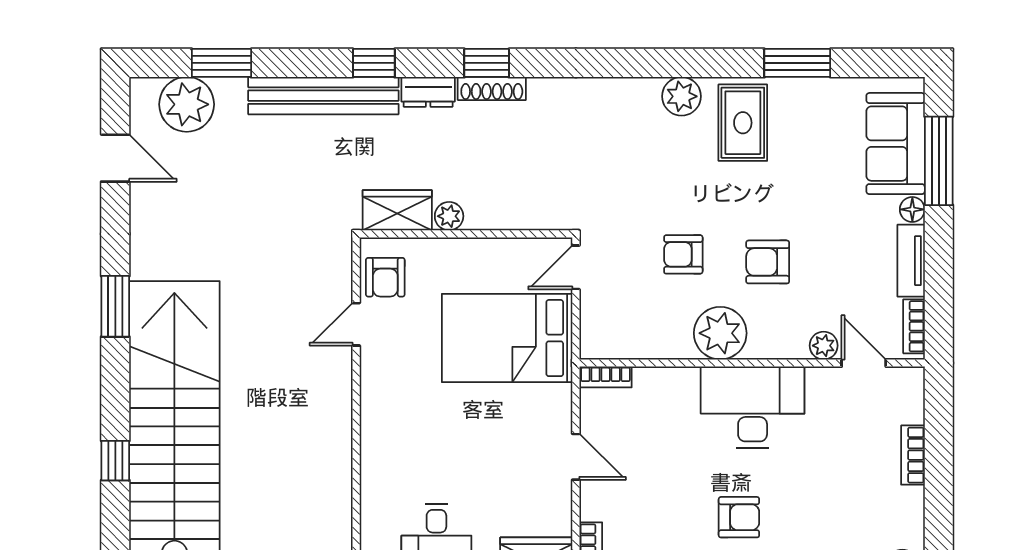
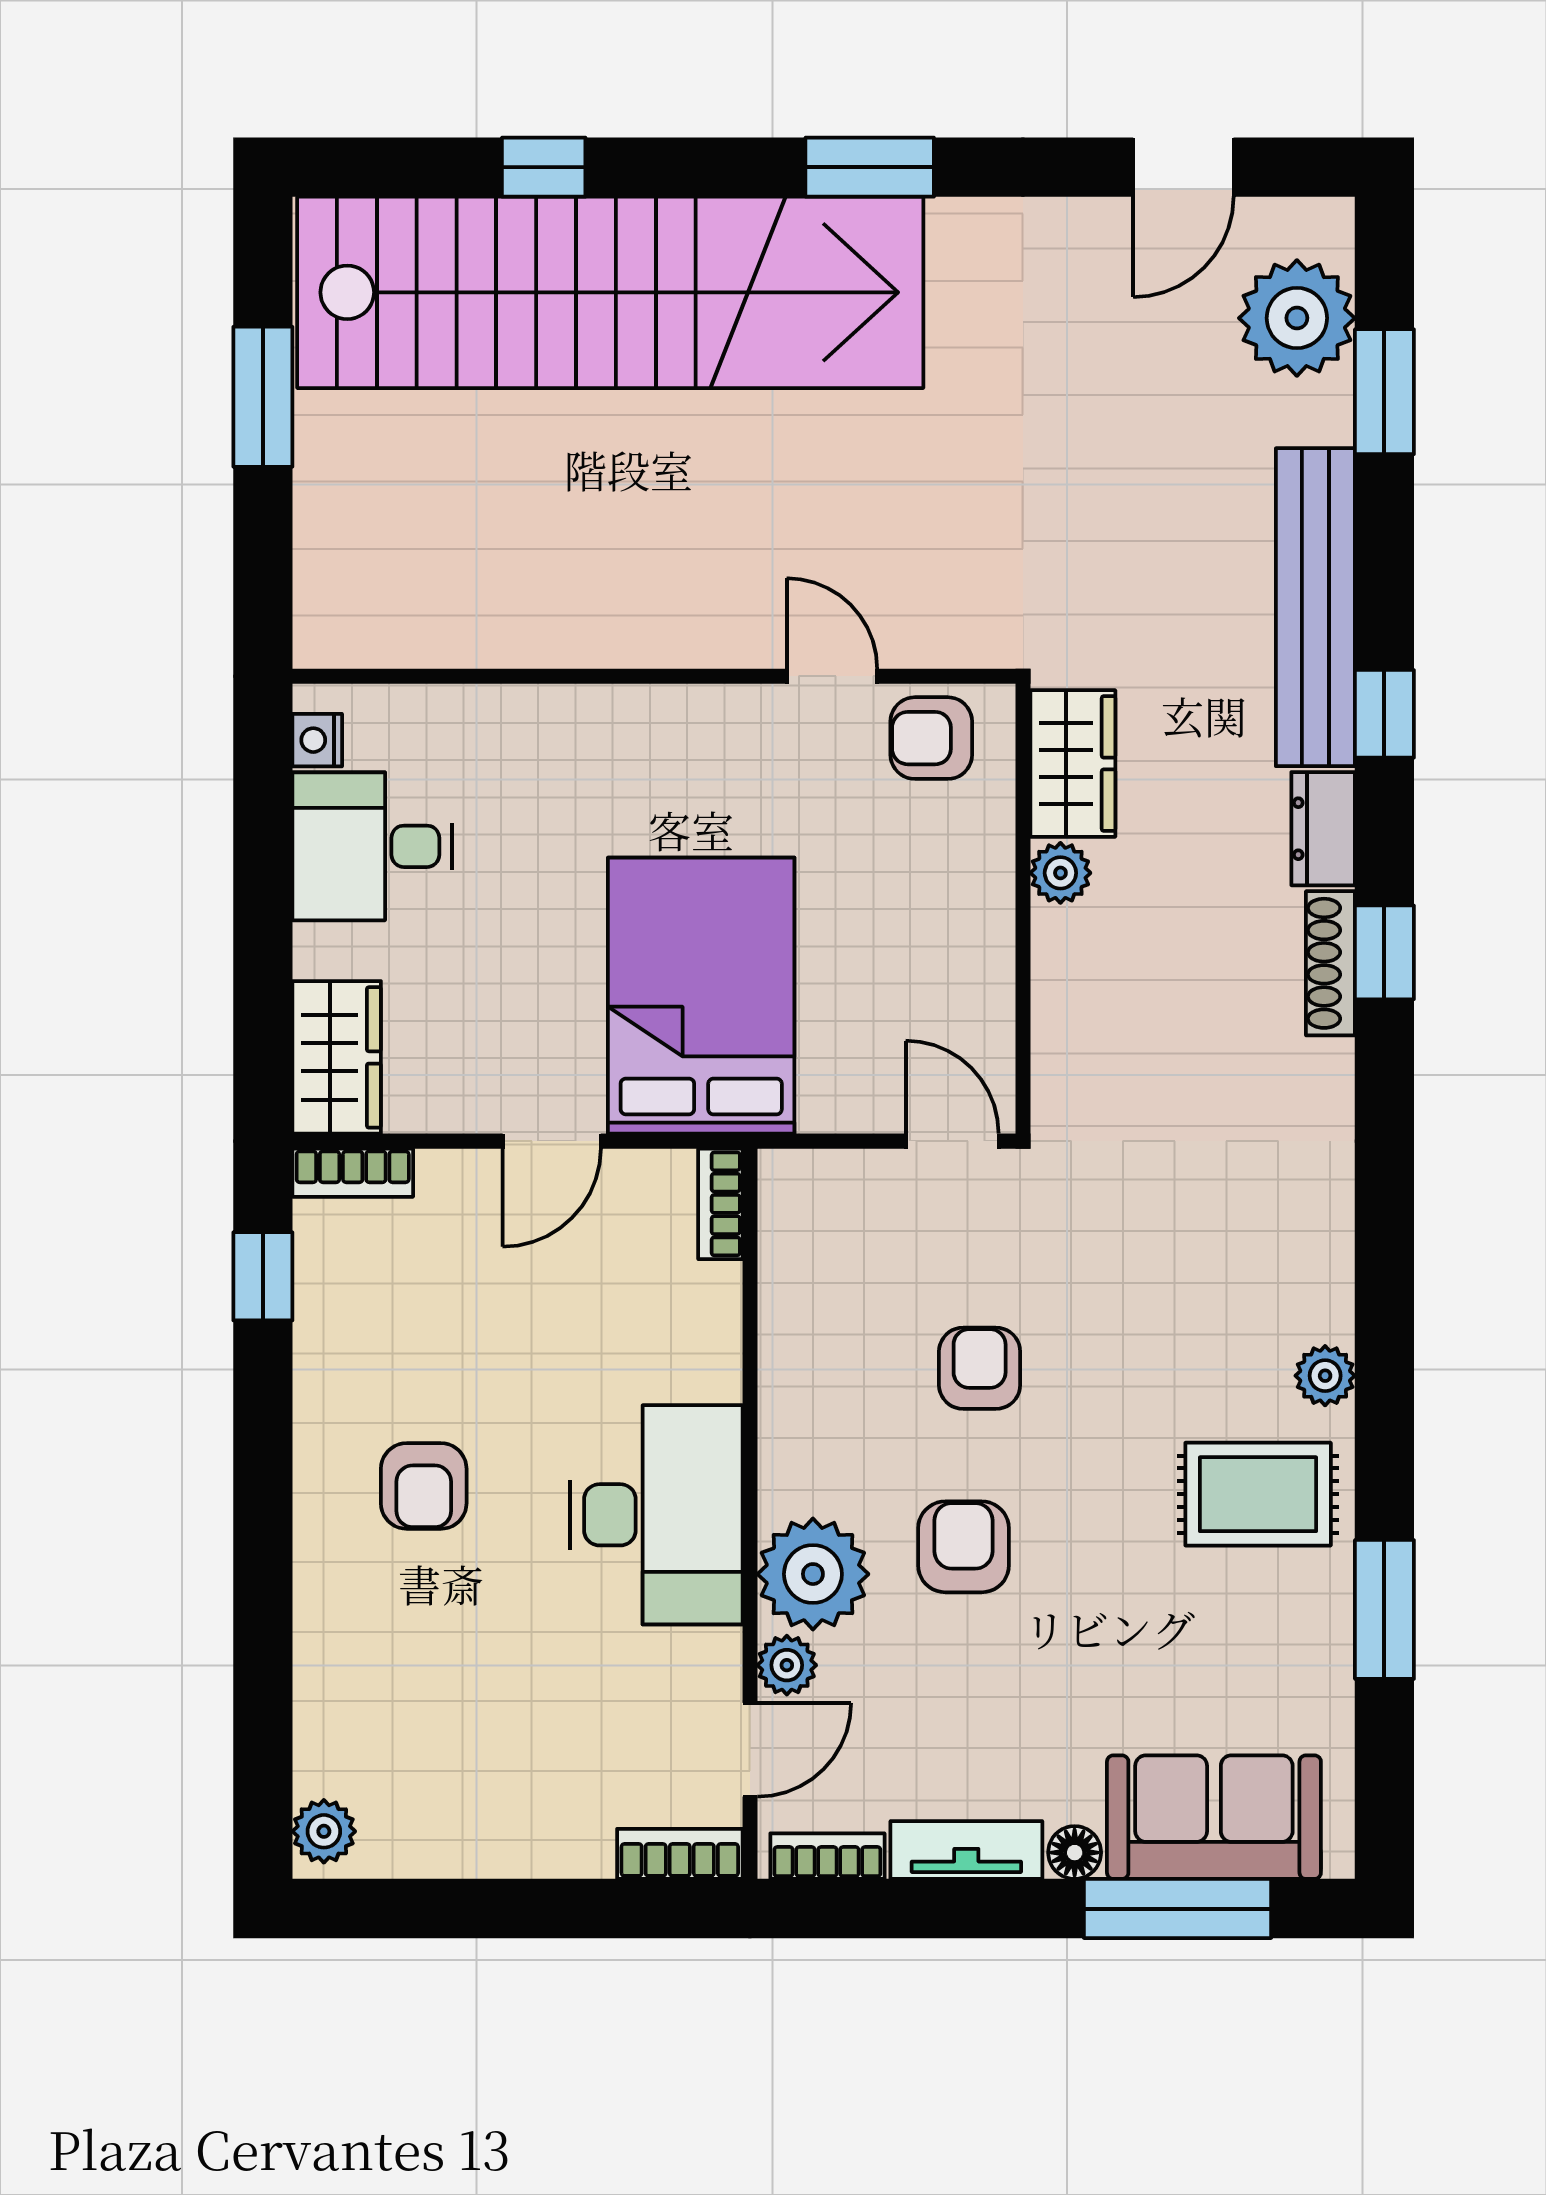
plant: (681, 96) -> (1325, 1376), width x0.73, depth x0.73
plant: (720, 333) -> (813, 1574), moved
bed: (507, 338) -> (701, 996), moved
bookcase: (913, 455) -> (680, 1854), moved

